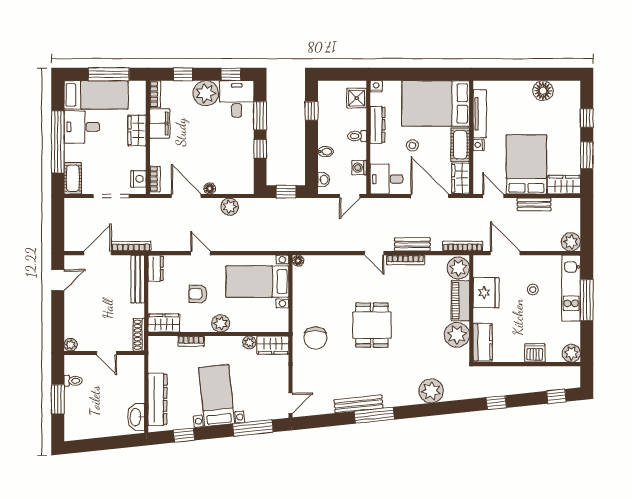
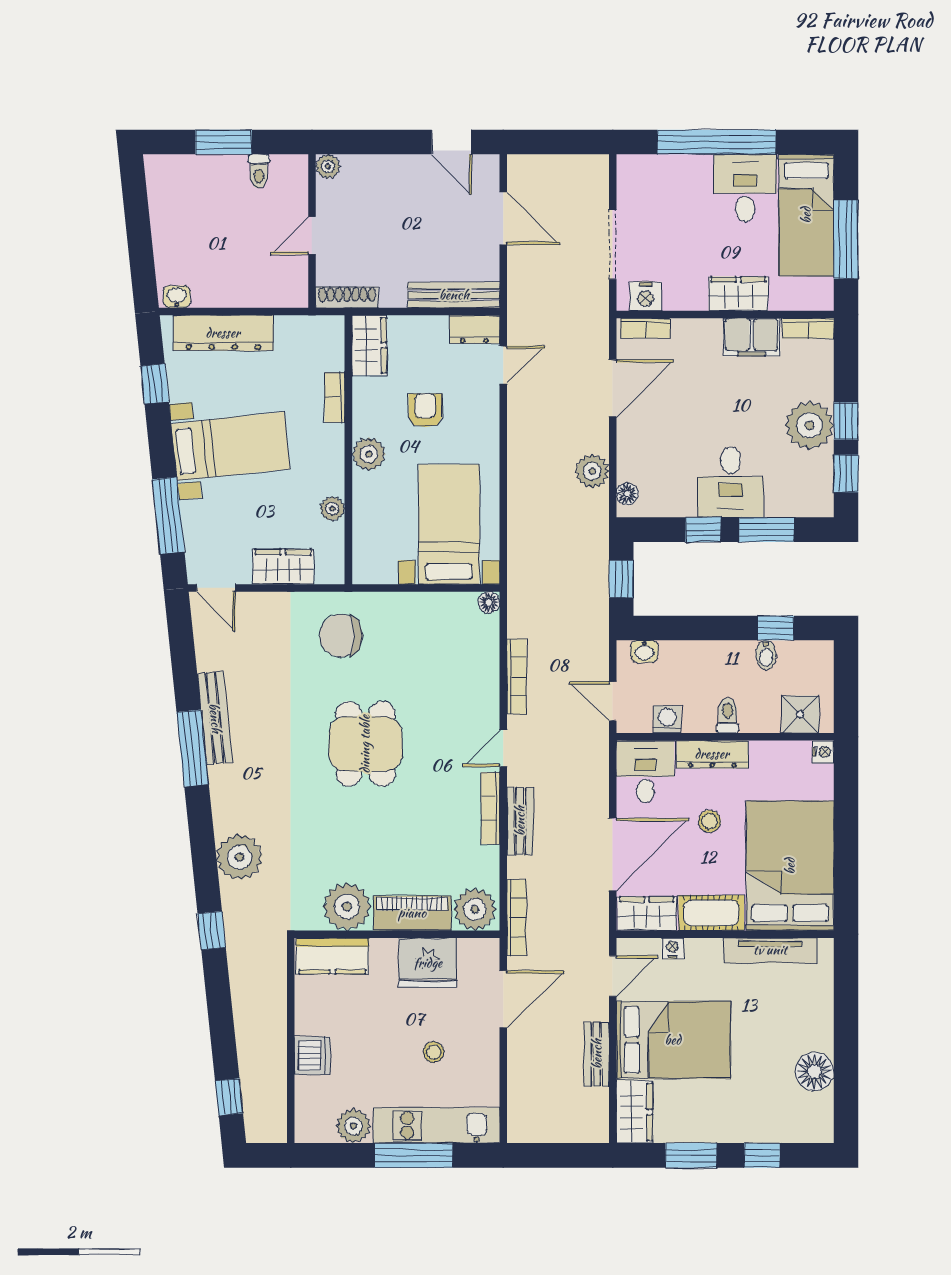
window: (183, 74) -> (846, 421), moved
desk: (237, 99) -> (731, 482), moved, turned 90
dresser: (377, 125) -> (712, 754), moved
nightstand: (479, 145) -> (673, 948), moved
bidet: (326, 152) -> (766, 655), moved
cot: (73, 178) -> (647, 171), removed
floor lamp: (210, 188) -> (627, 494), moved
plant: (571, 242) -> (525, 1125), removed
bookcase: (131, 246) -> (517, 676), moved
door: (201, 253) -> (503, 365), moved
dining table: (372, 325) -> (365, 744), turned 90
wardrobe: (273, 345) -> (283, 567), moved, turned 90
plant: (571, 353) -> (353, 1126), moved
window: (496, 403) -> (212, 931), moved
washbasin: (136, 417) -> (177, 297), width x0.52, depth x0.69

